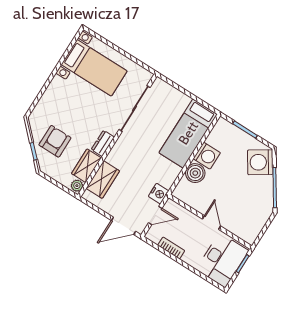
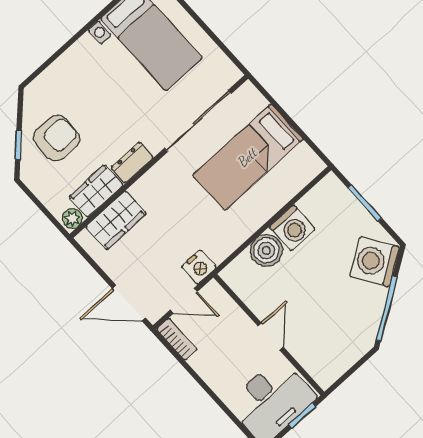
bed: (188, 133) -> (248, 157), moved
bookcase: (171, 248) -> (177, 339), moved

